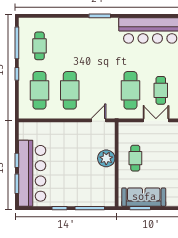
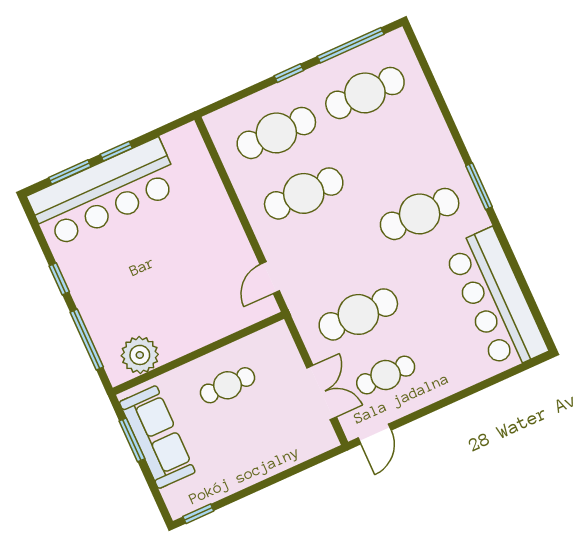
cafe table: (39, 46) -> (365, 93), width x1.37, depth x1.35
cafe table: (100, 46) -> (420, 214), added
door: (98, 120) -> (270, 278), swing flipped
plant: (106, 158) -> (140, 355), moved

